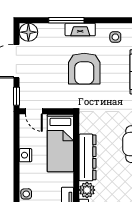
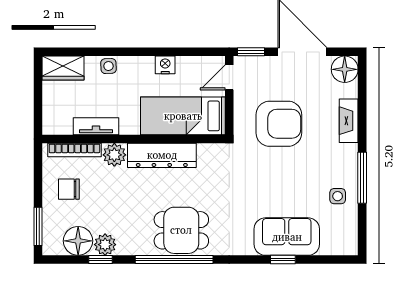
window: (66, 20) -> (362, 178), moved
fireplace: (80, 30) -> (349, 121), moved
armchair: (84, 69) -> (279, 124), moved, turned 180

